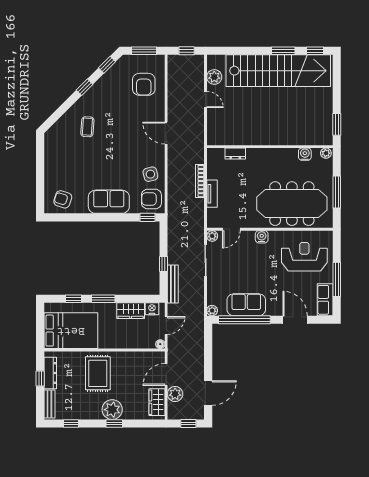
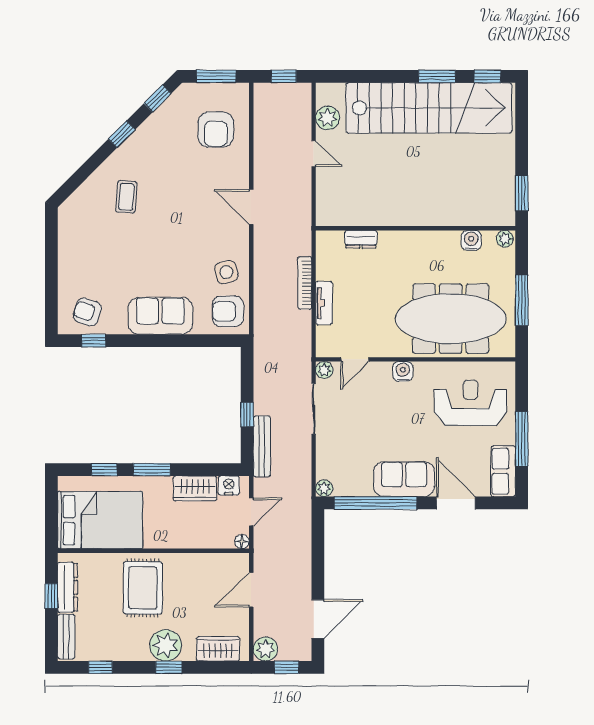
window: (147, 217) -> (94, 341), moved
sofa: (246, 305) -> (404, 479), moved
plant: (175, 394) -> (265, 649), moved
wardrobe: (157, 402) -> (218, 649), moved, turned 90

